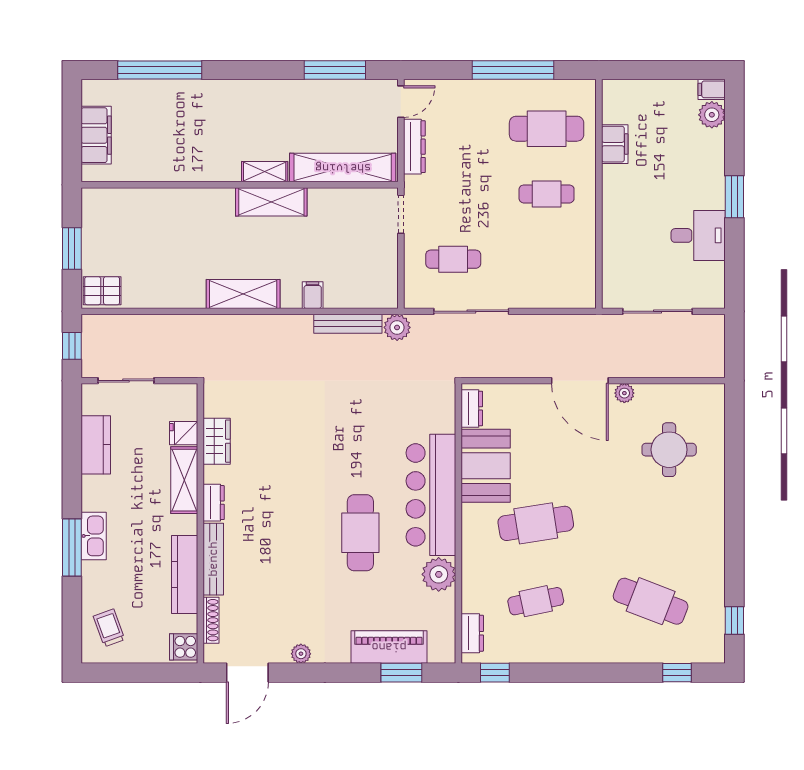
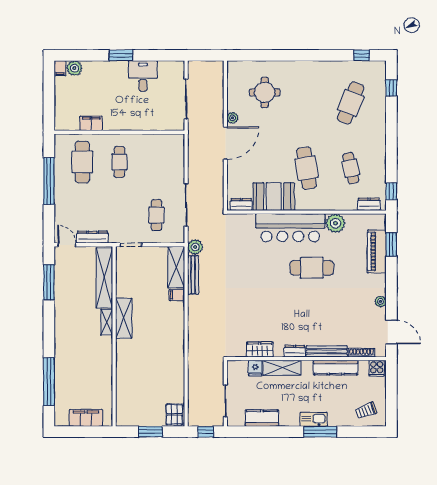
shelving: (243, 294) -> (176, 267), moved

